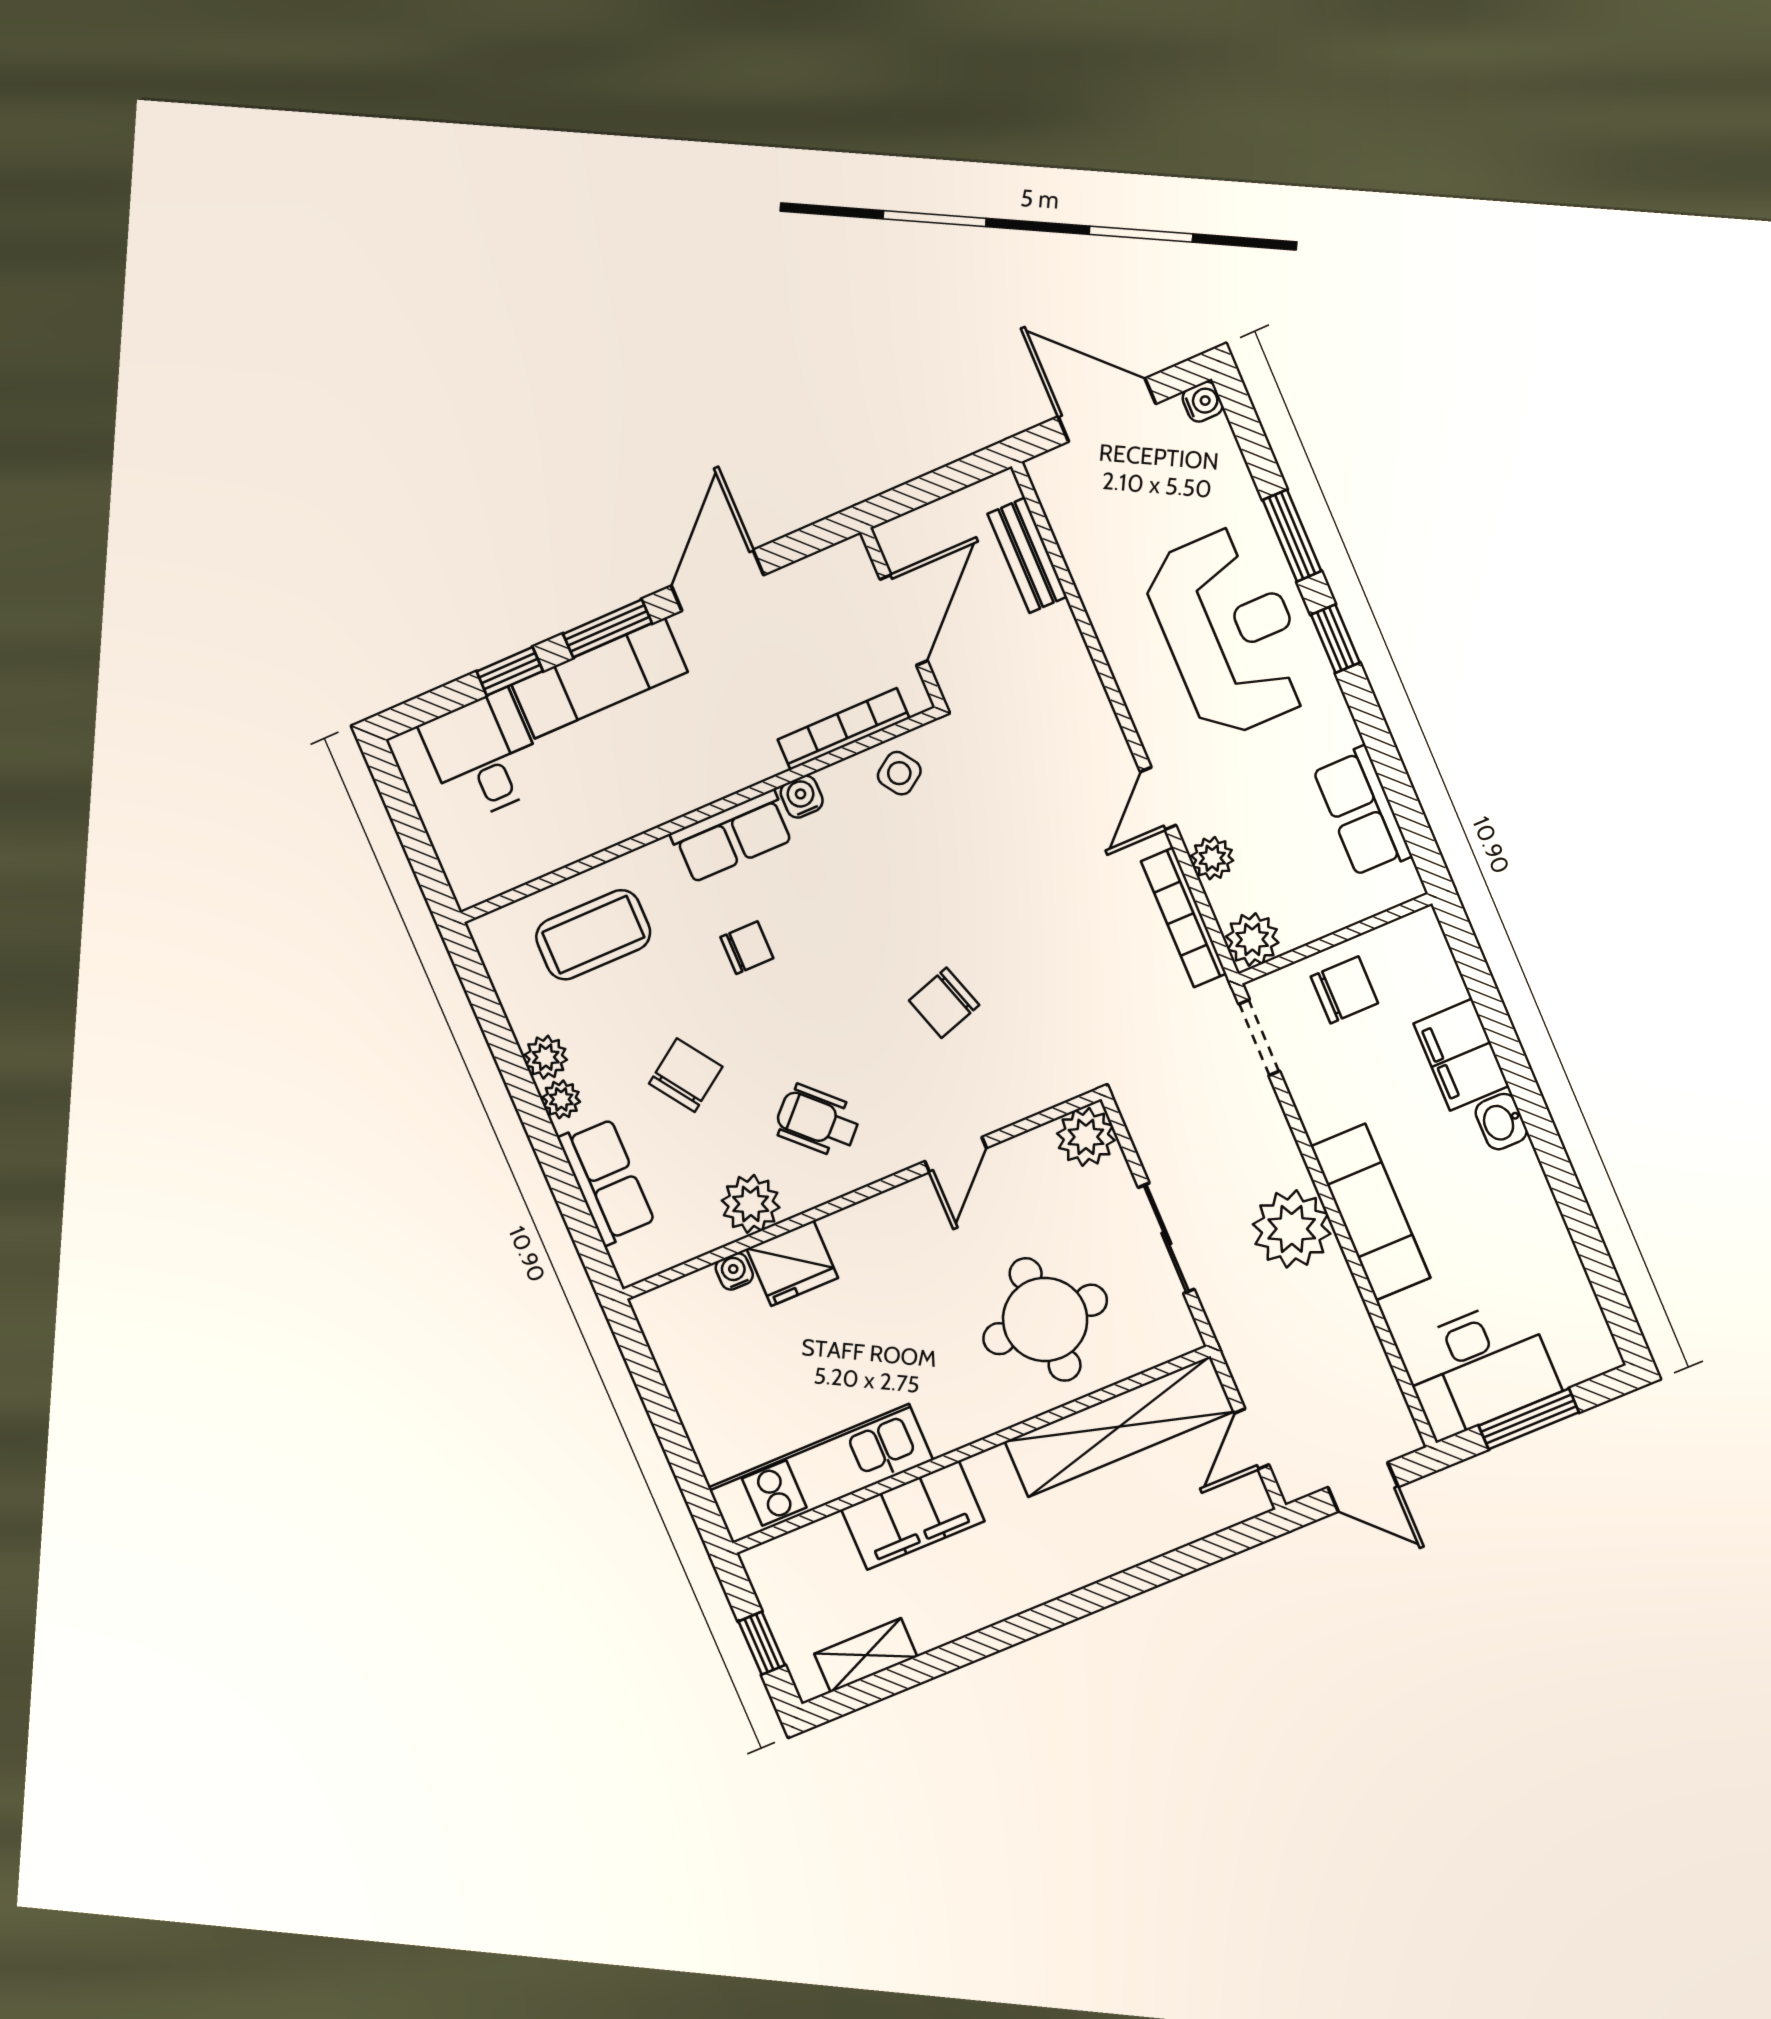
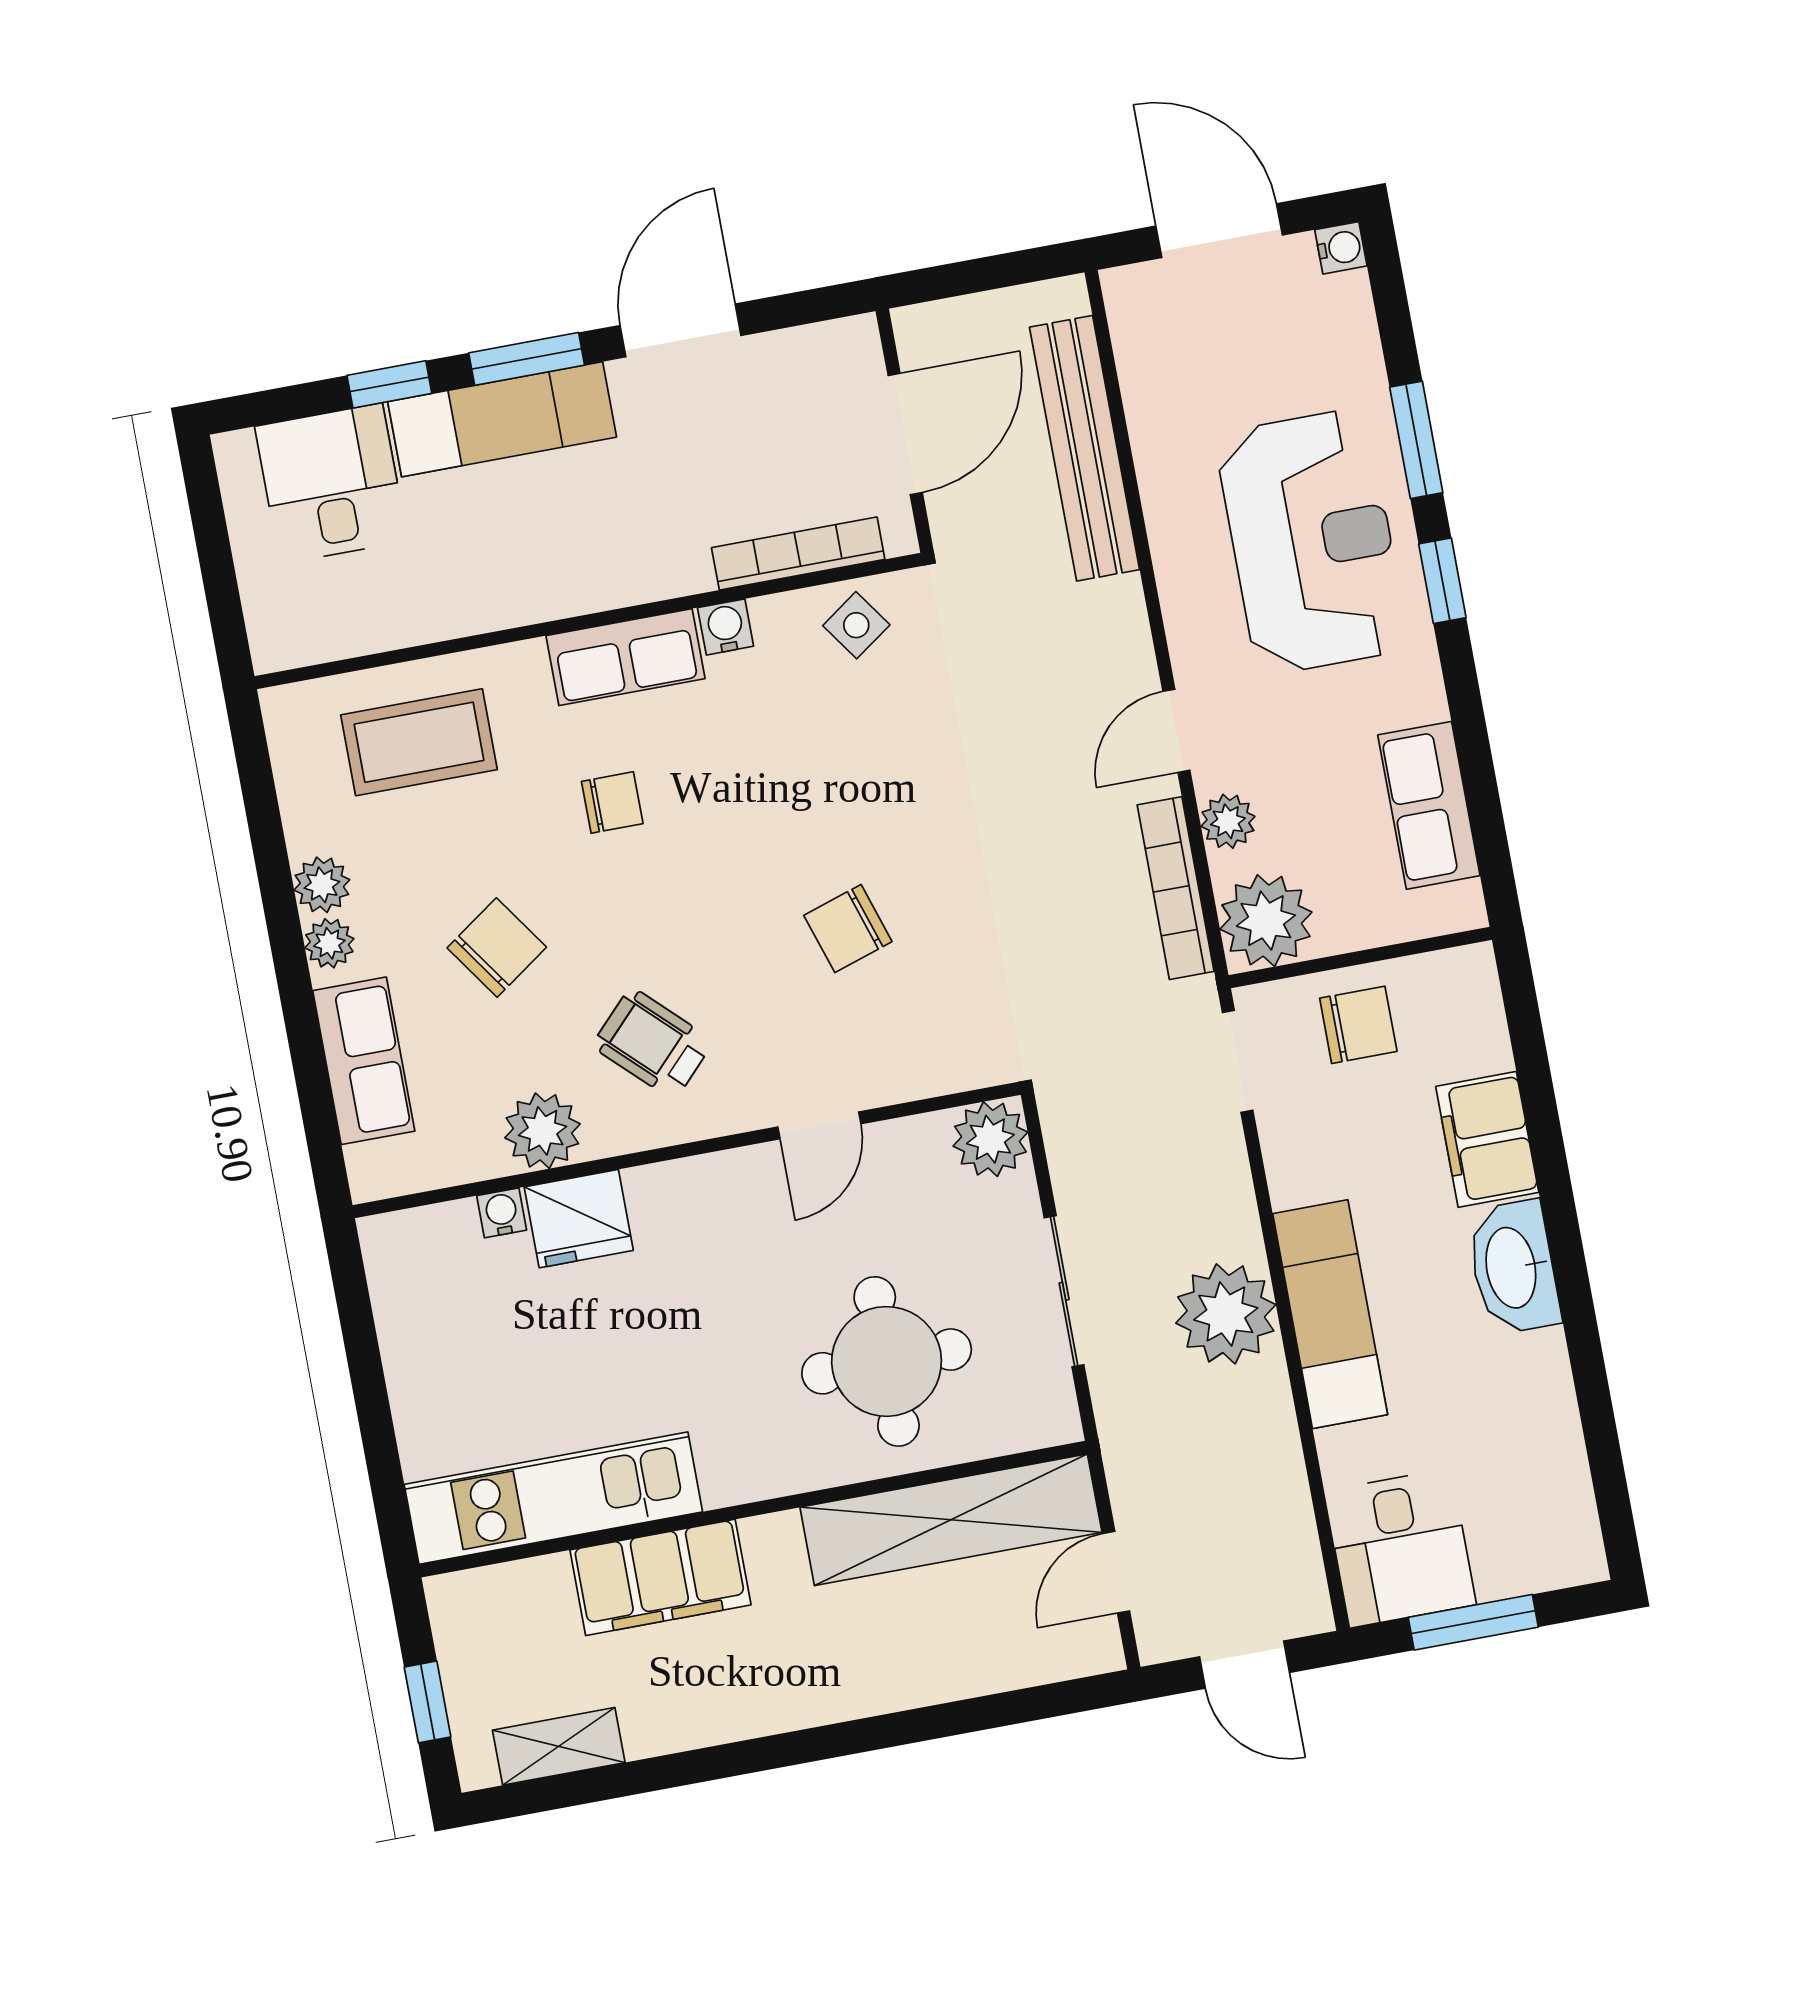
bench: (1027, 555) -> (1085, 448), width x1.86, depth x1.21
plant: (1252, 939) -> (1266, 921), width x1.36, depth x1.36
washbasin: (1501, 1122) -> (1513, 1267), width x1.91, depth x1.45
desk: (1479, 1368) -> (1400, 1548), width x0.73

